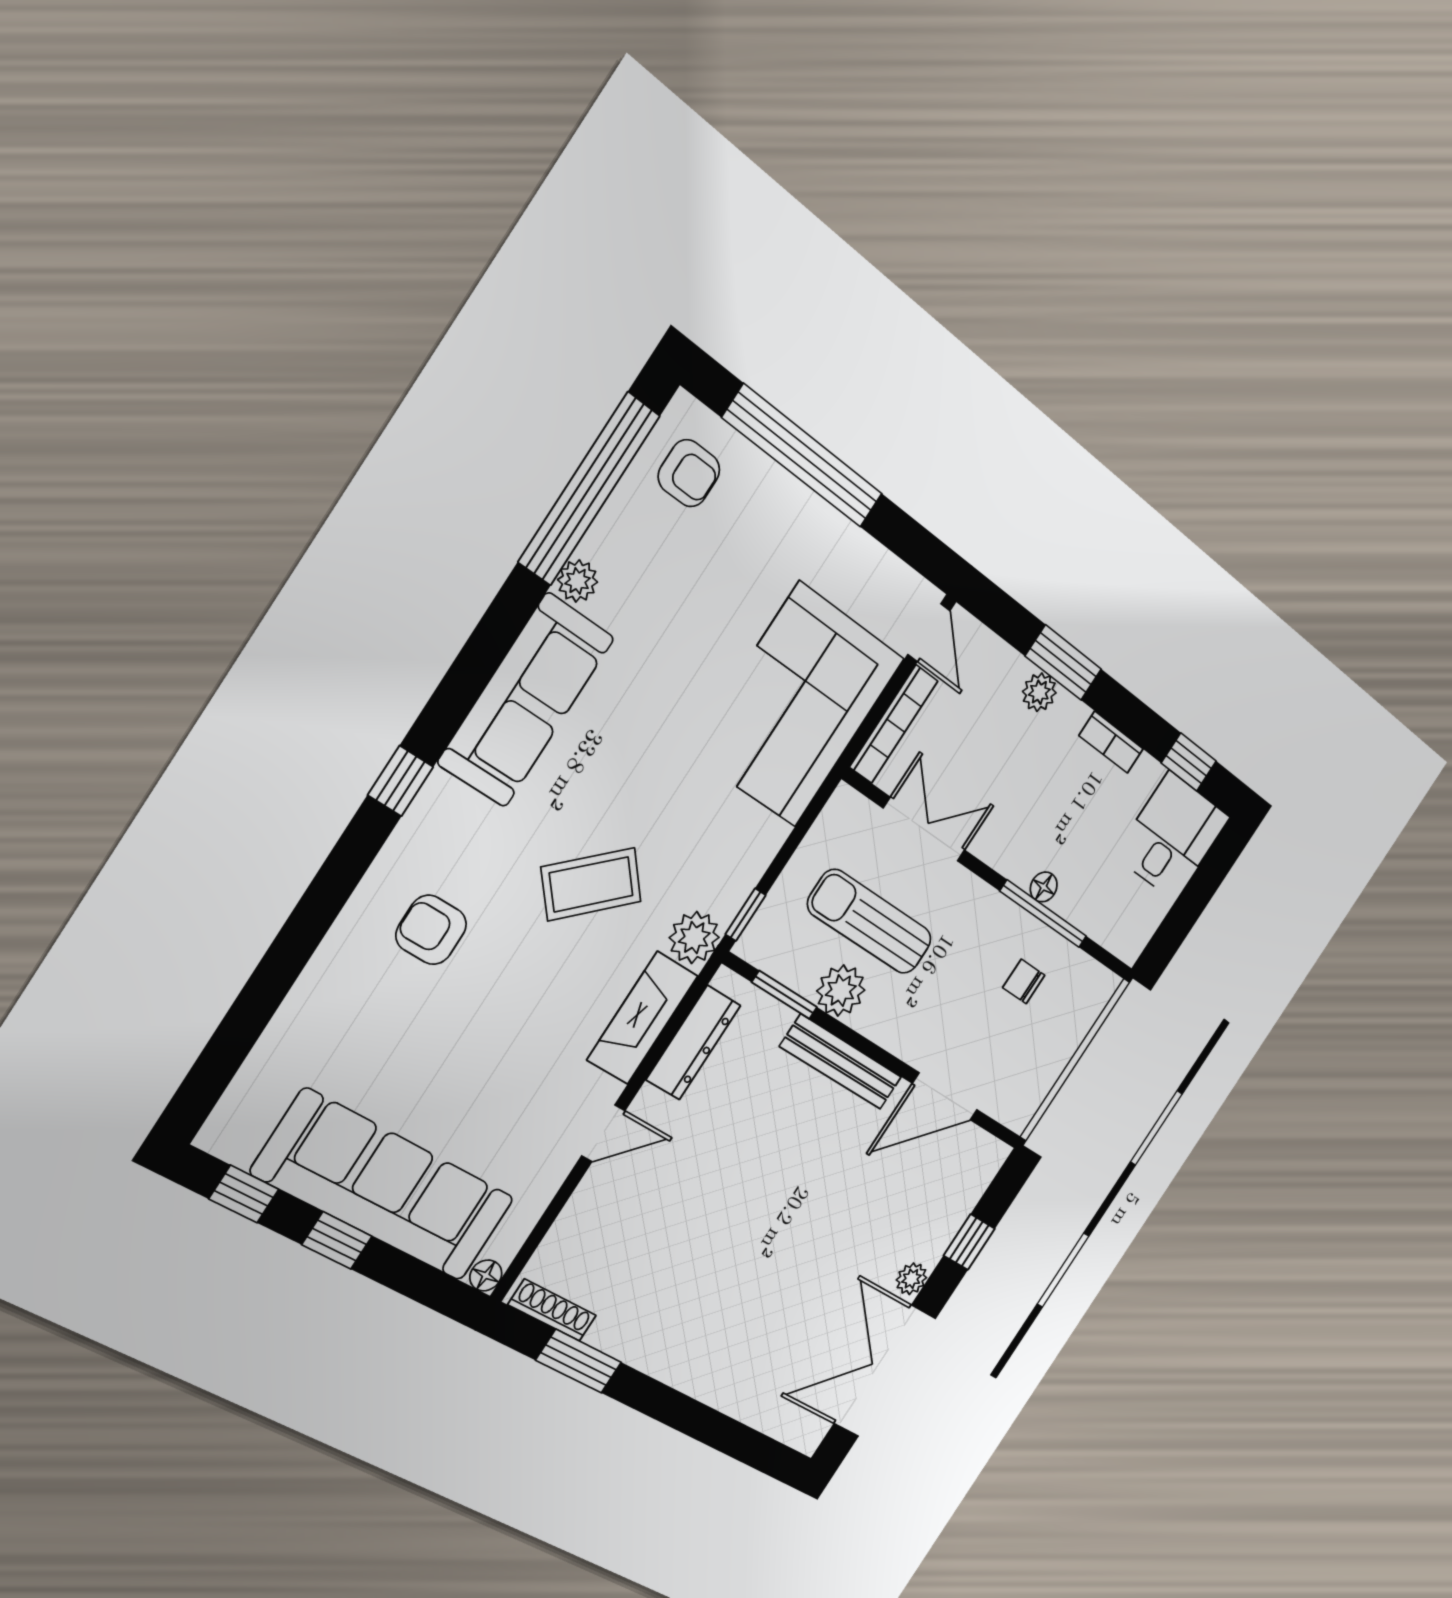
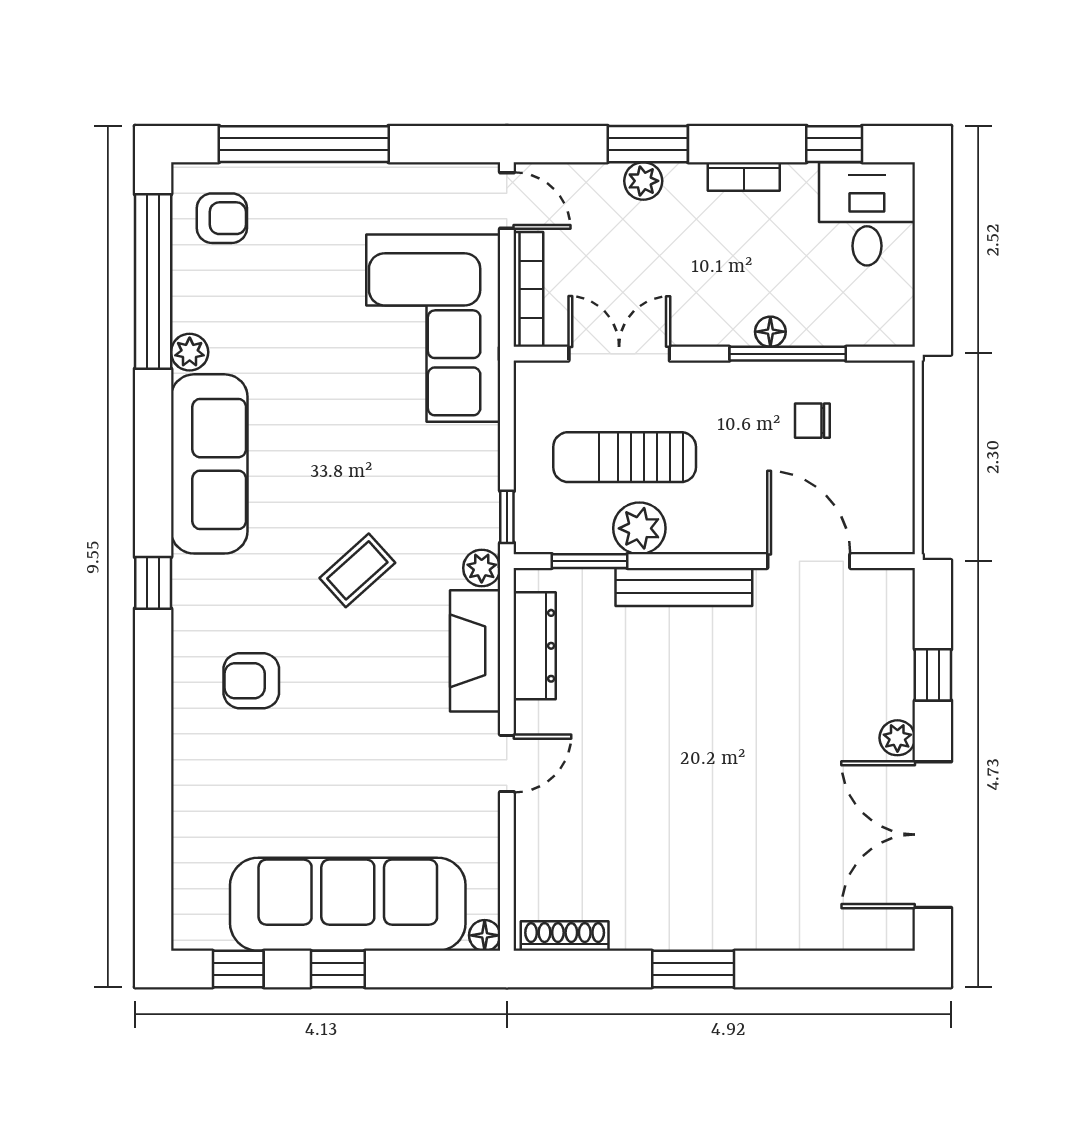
coffee table: (591, 884) -> (357, 570), width x0.73, depth x0.77
plant: (694, 938) -> (482, 568), width x0.73, depth x0.73
door: (945, 1097) -> (809, 561), swing flipped
window: (579, 1361) -> (693, 969), moved

